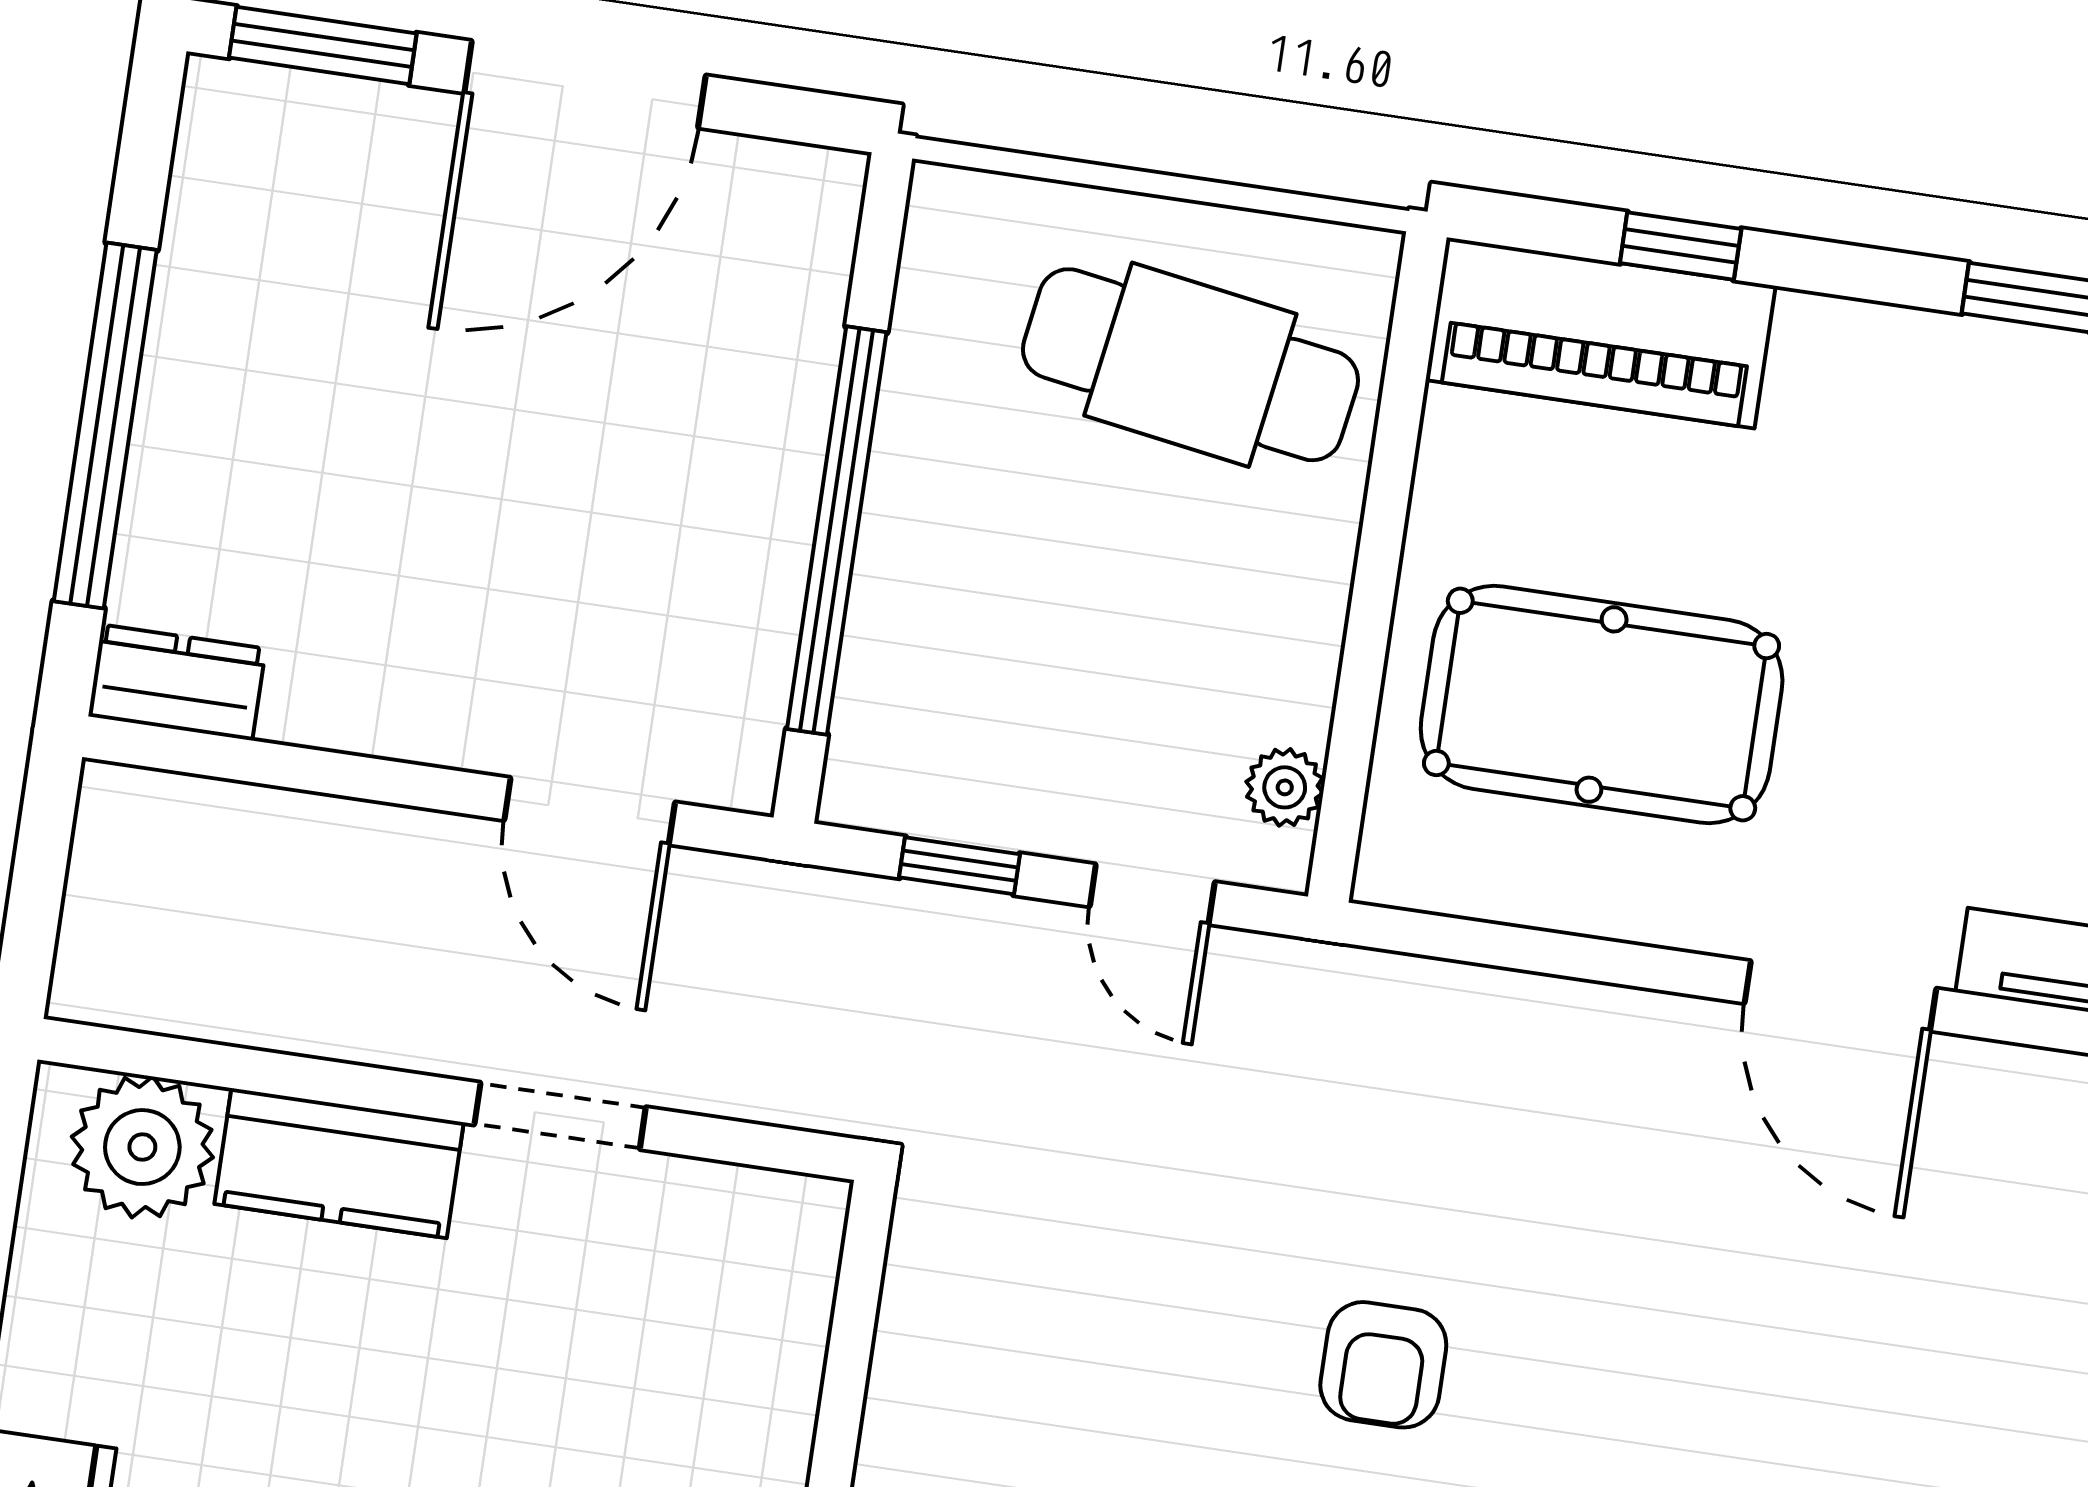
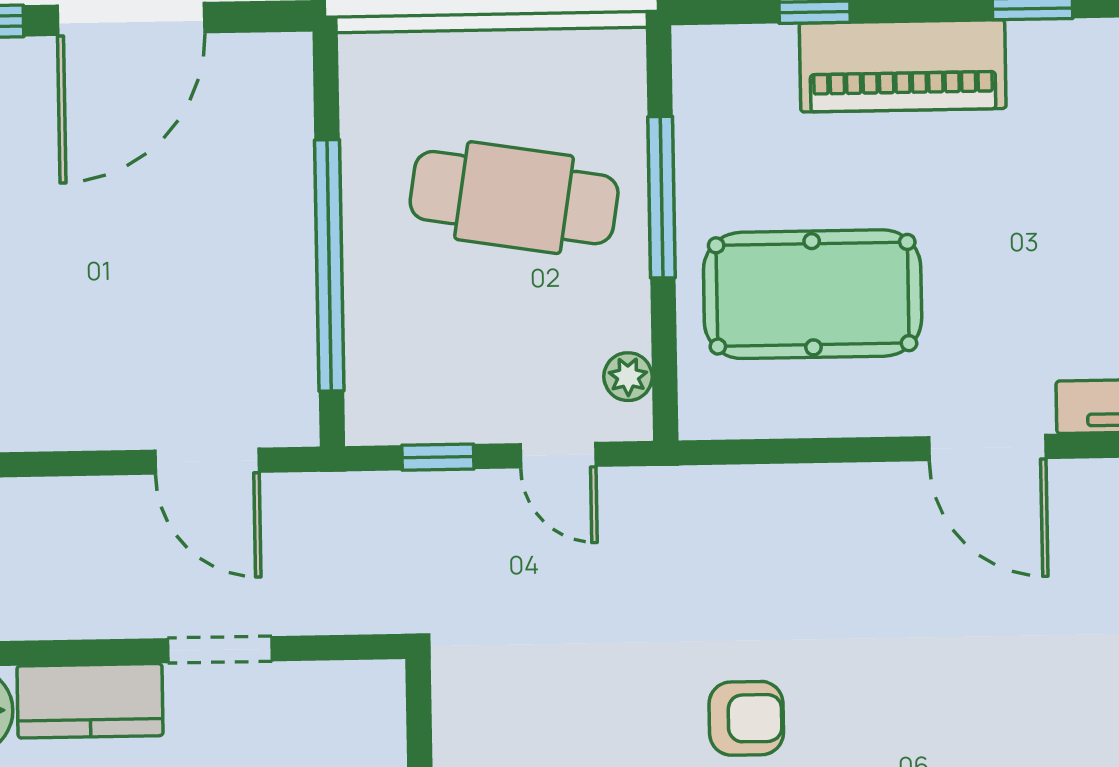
piano: (1600, 333) -> (903, 66), moved
cafe table: (1190, 365) -> (514, 198), moved
window: (1386, 509) -> (661, 197), added
armchair: (1383, 1365) -> (746, 718), turned -90

